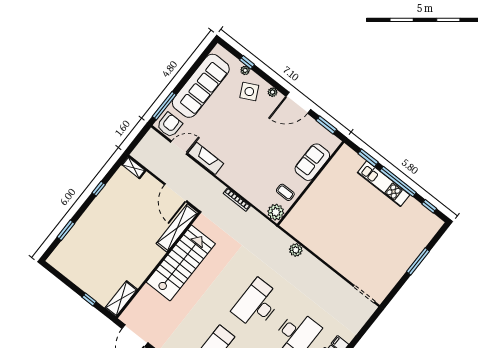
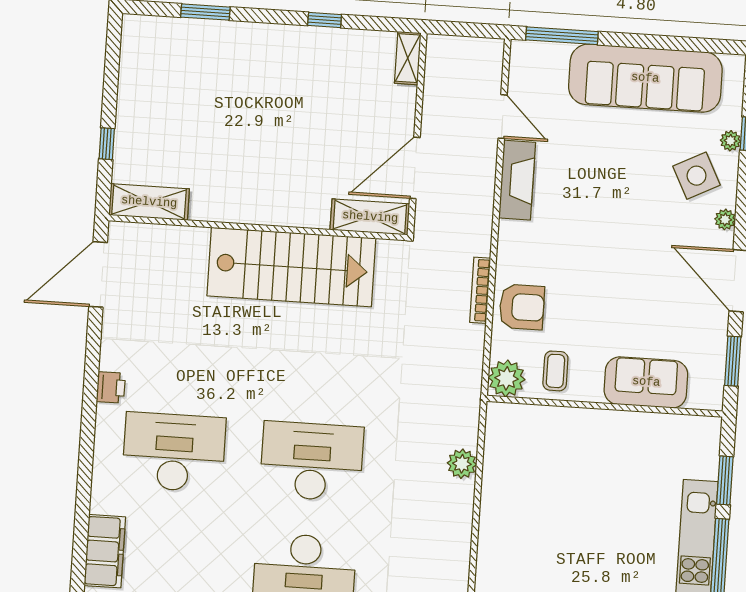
armchair: (170, 125) -> (522, 307), moved
shelving: (177, 228) -> (370, 217), width x0.68

